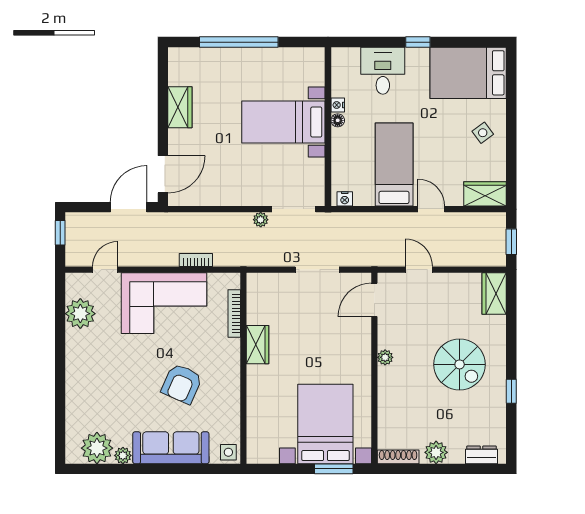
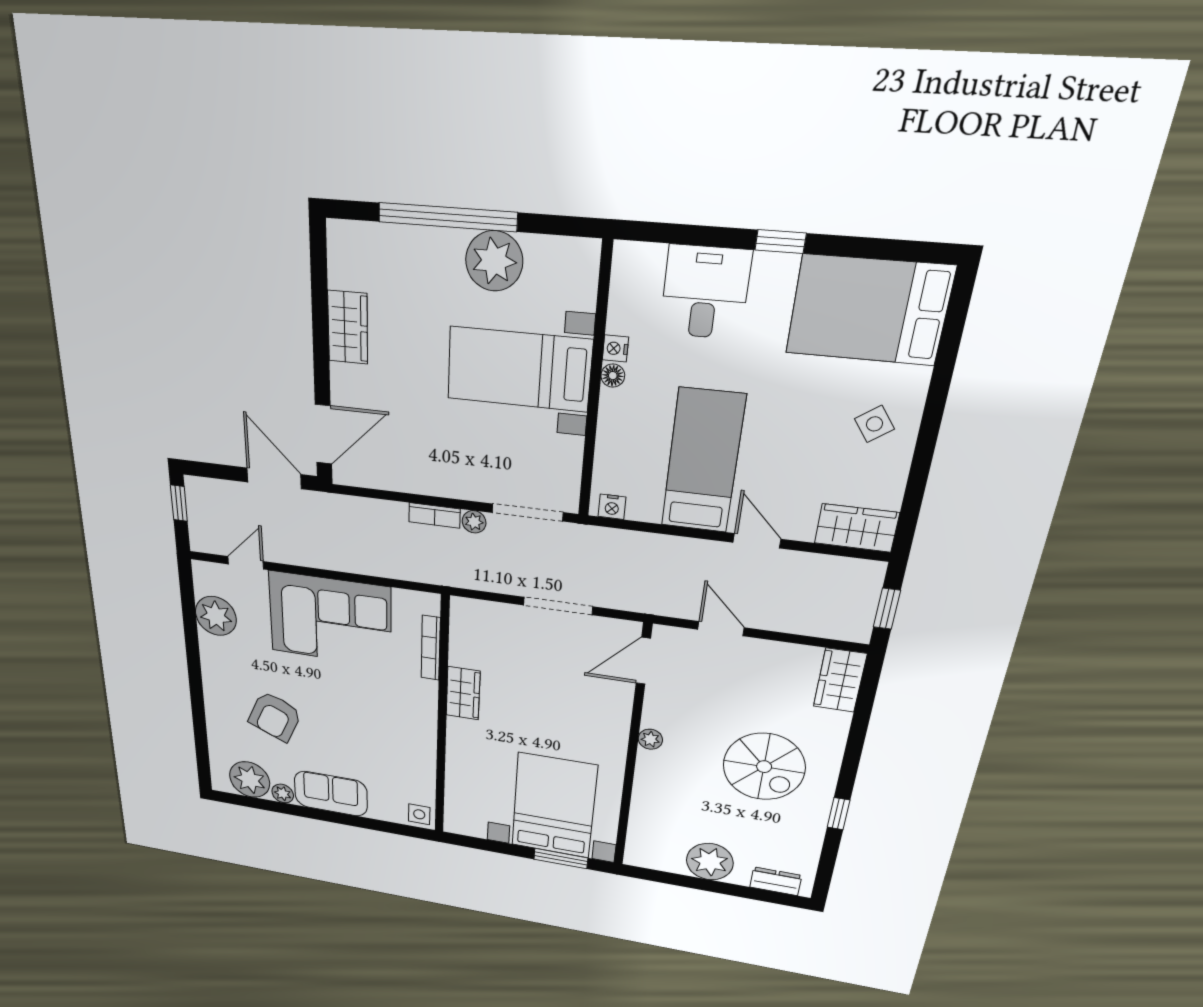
plant: (266, 63) -> (494, 261), added
door: (129, 207) -> (274, 478), hinge flipped
bookcase: (196, 260) -> (434, 515), moved, turned 180
armchair: (182, 384) -> (275, 717), moved
sofa: (171, 448) -> (331, 794), width x0.73
plant: (436, 452) -> (710, 862), width x1.36, depth x1.36
shoe rack: (398, 457) -> (653, 862), removed

